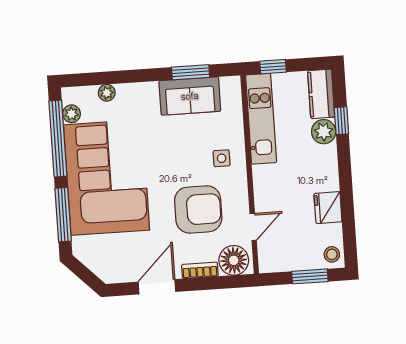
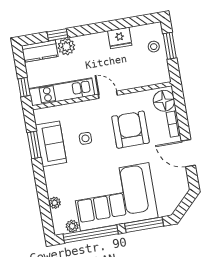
side table: (222, 158) -> (85, 138), moved
door: (253, 227) -> (108, 95), moved
stool: (332, 254) -> (154, 47), moved

